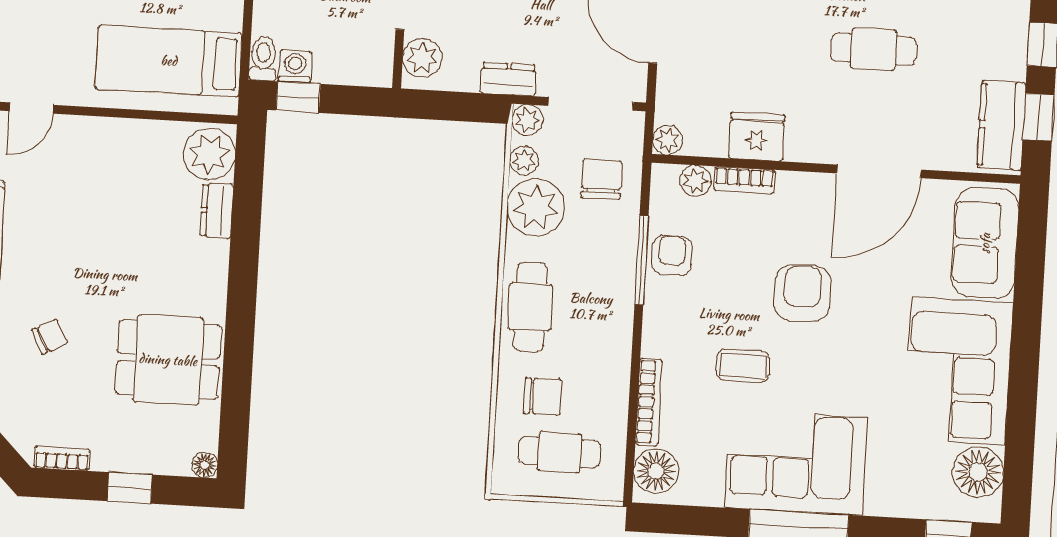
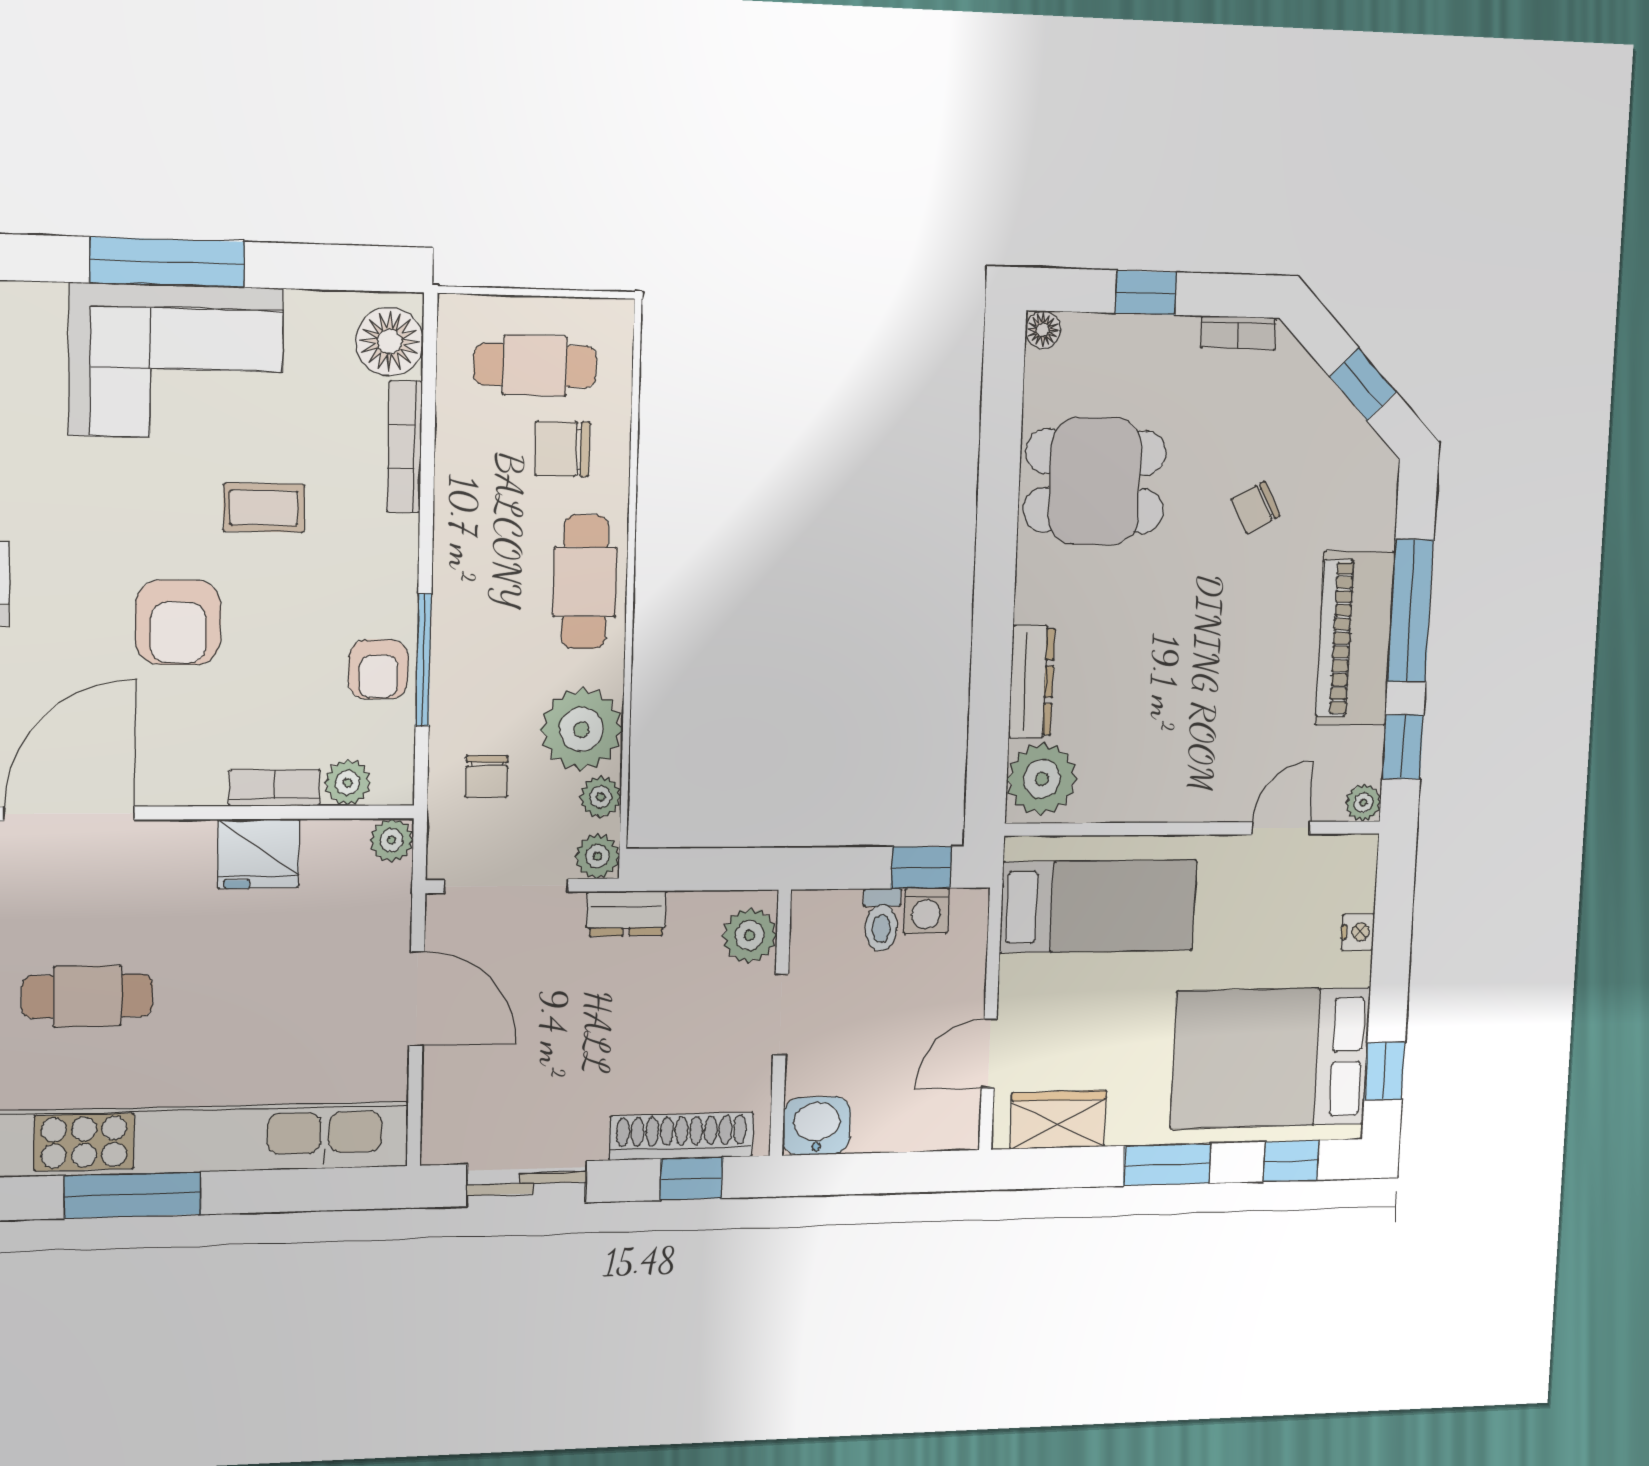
toilet: (263, 59) -> (881, 920), moved
chair: (602, 179) -> (487, 777), width x0.73, depth x0.73
dresser: (217, 211) -> (1032, 682), width x1.44

